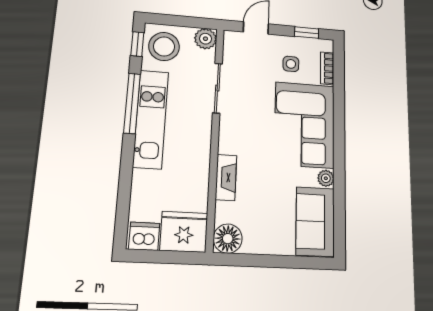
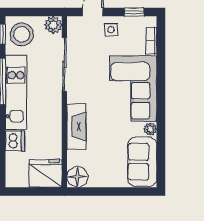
side table: (291, 64) -> (111, 30), moved
sliding door: (217, 88) -> (64, 64), width x1.37
fireplace: (226, 177) -> (76, 127), width x1.37, depth x1.32
dishwasher: (144, 236) -> (15, 141), moved, turned 90

